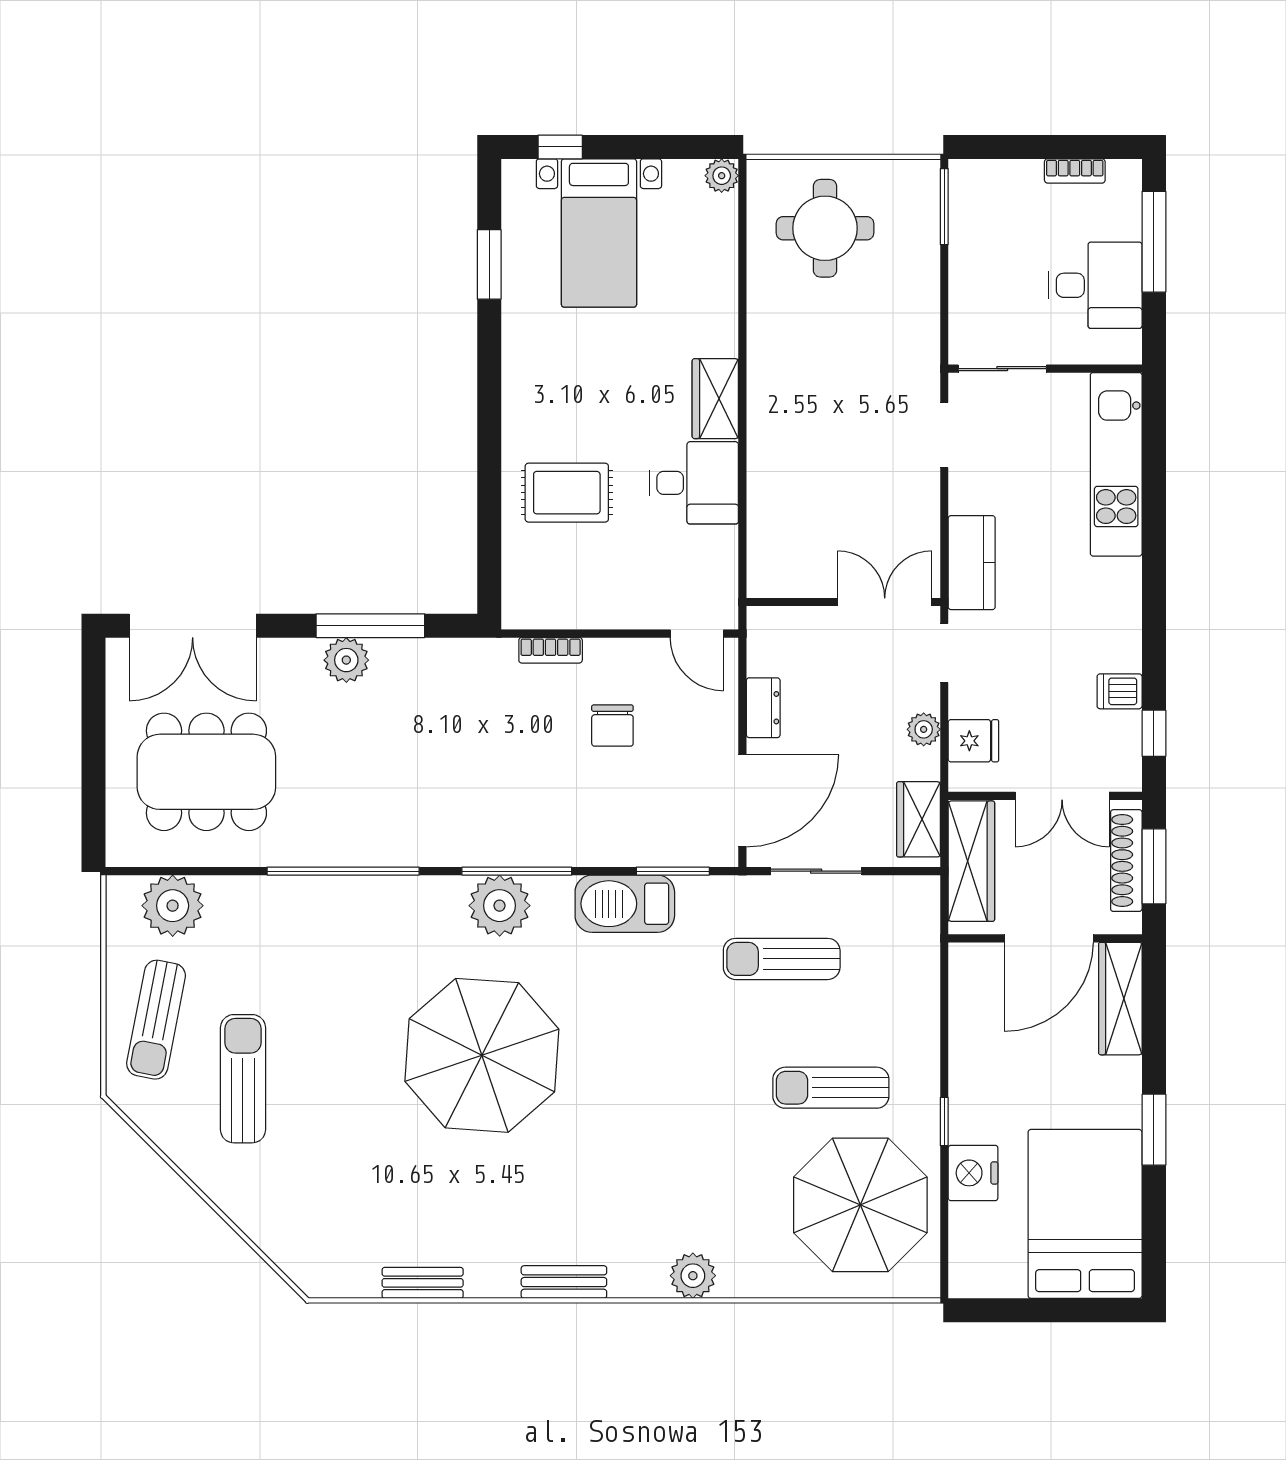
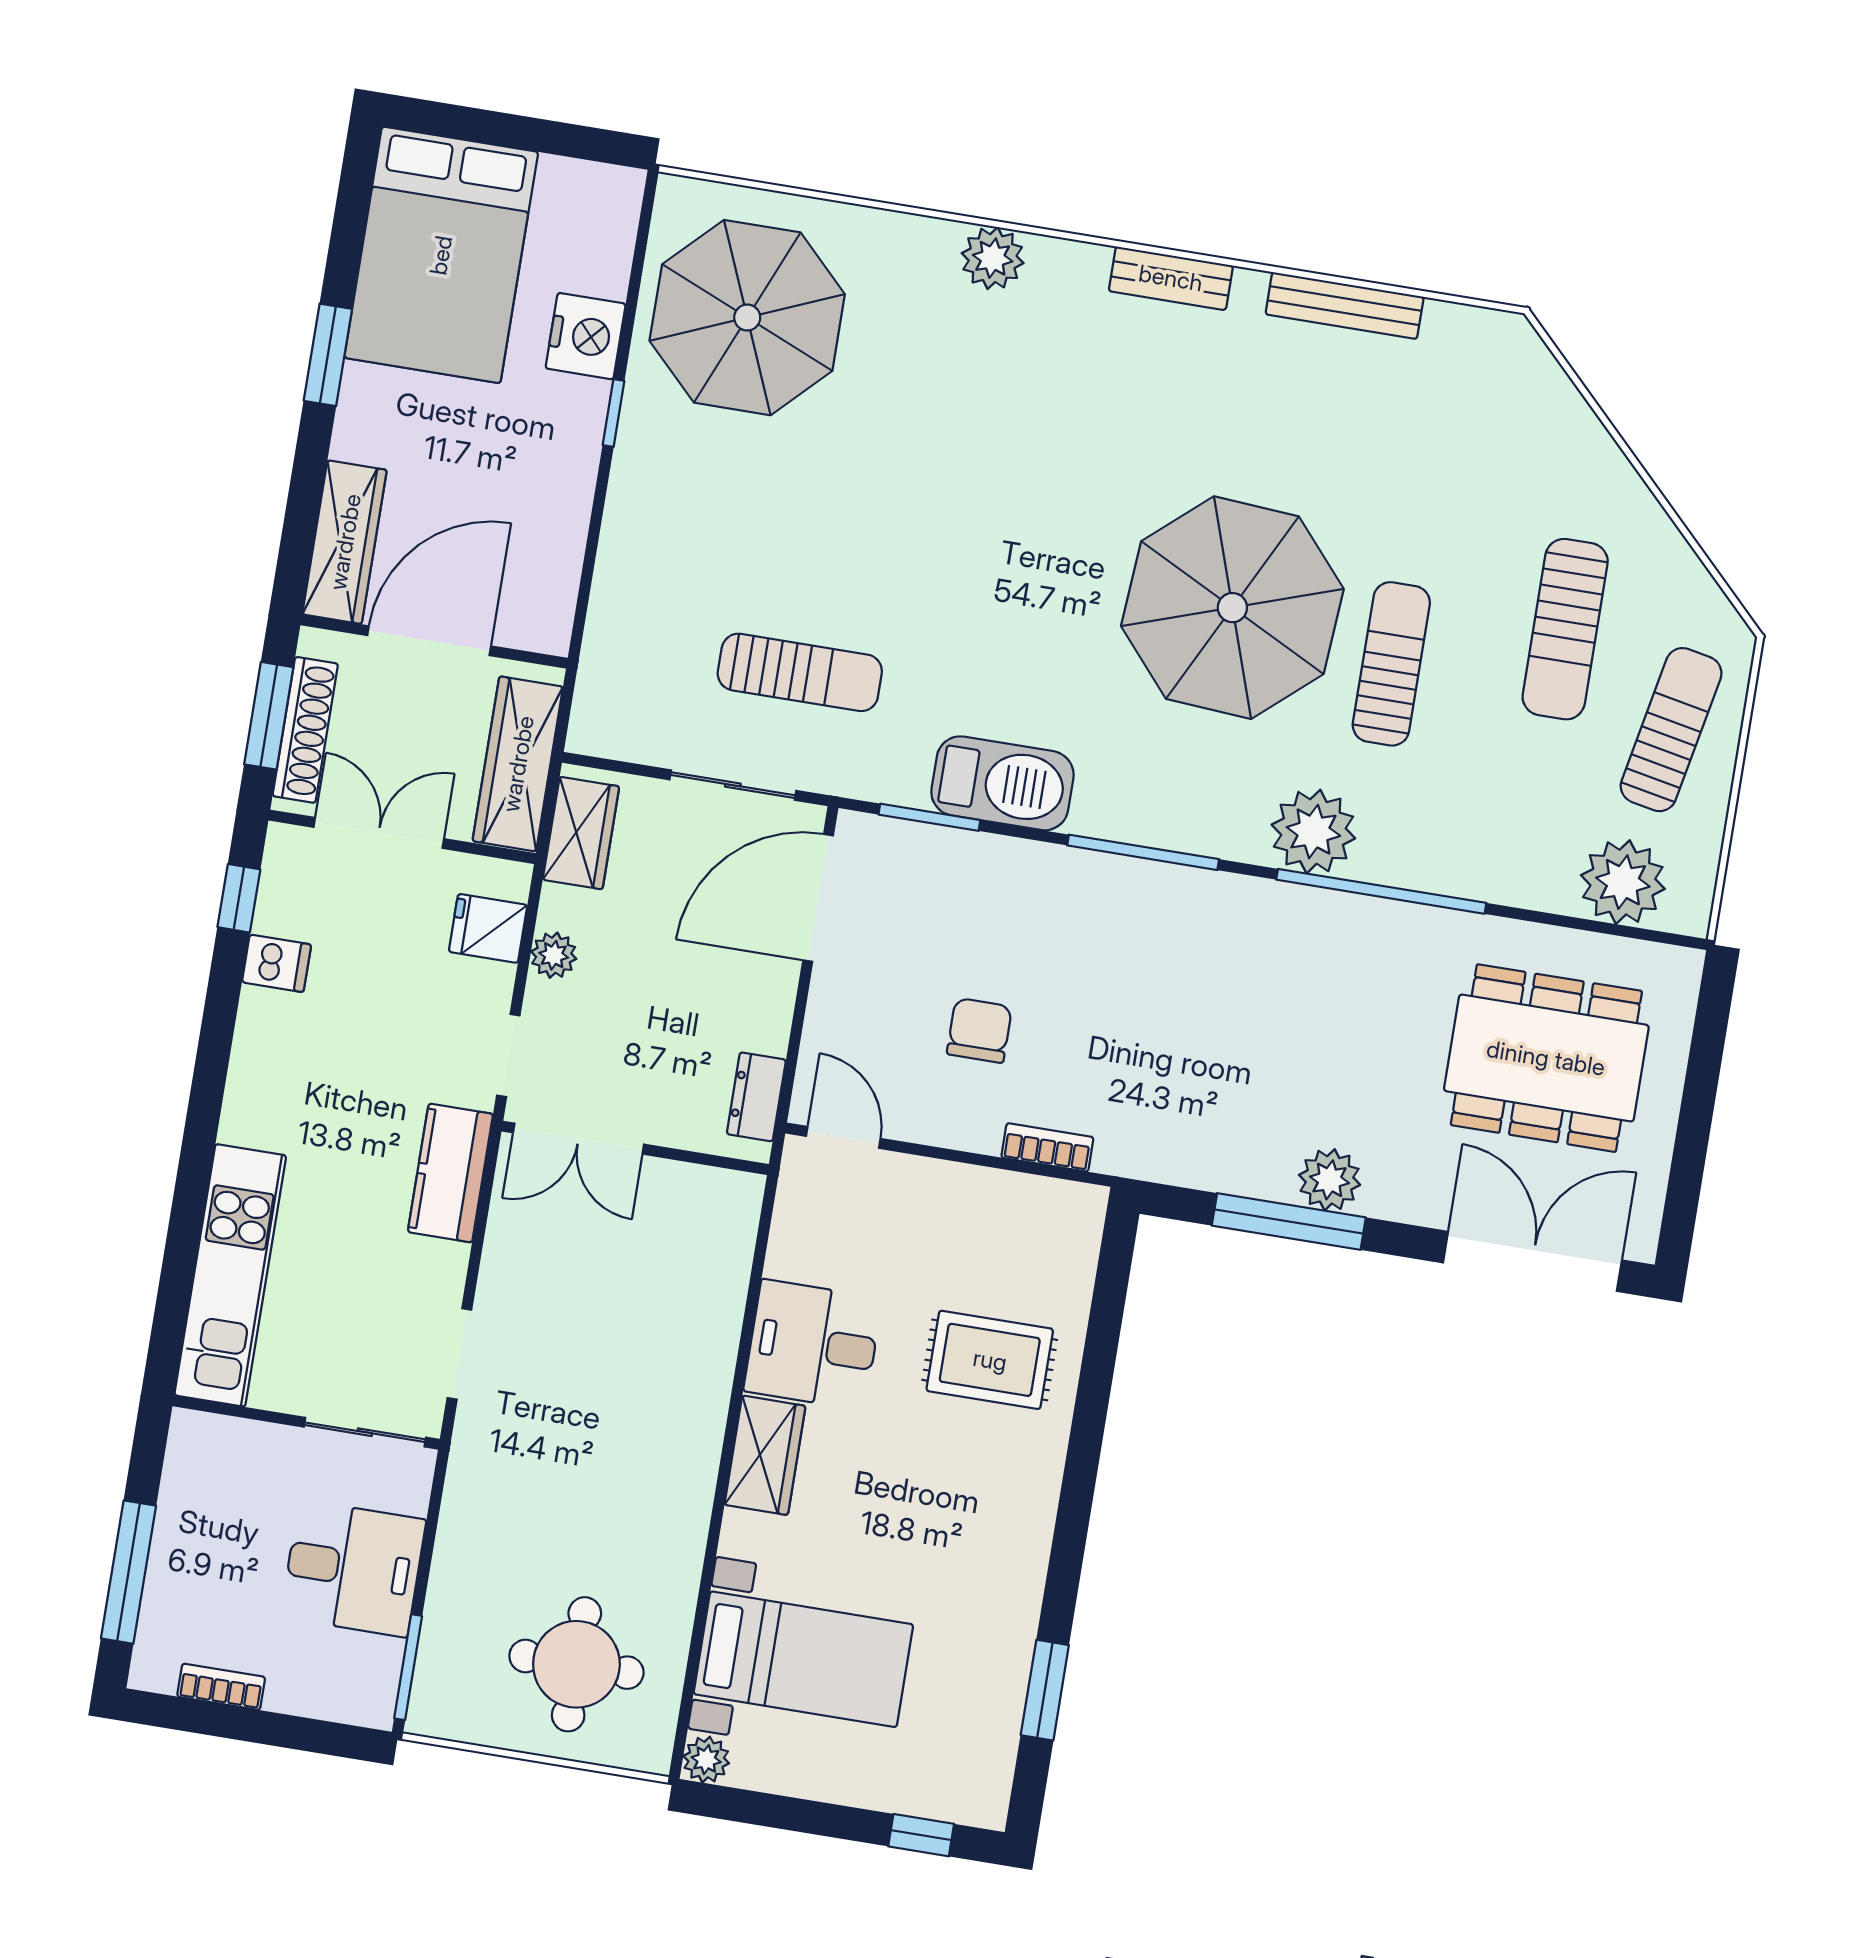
bed with nightstands: (599, 233) -> (803, 1659), moved, turned 90
desk: (1095, 285) -> (353, 1568), moved, turned 180
dresser: (763, 708) -> (756, 1097), moved
plant: (500, 906) -> (1313, 832), moved
sun lounger: (831, 1088) -> (1391, 664), moved, turned -90
bench: (423, 1283) -> (1345, 306), width x1.36

